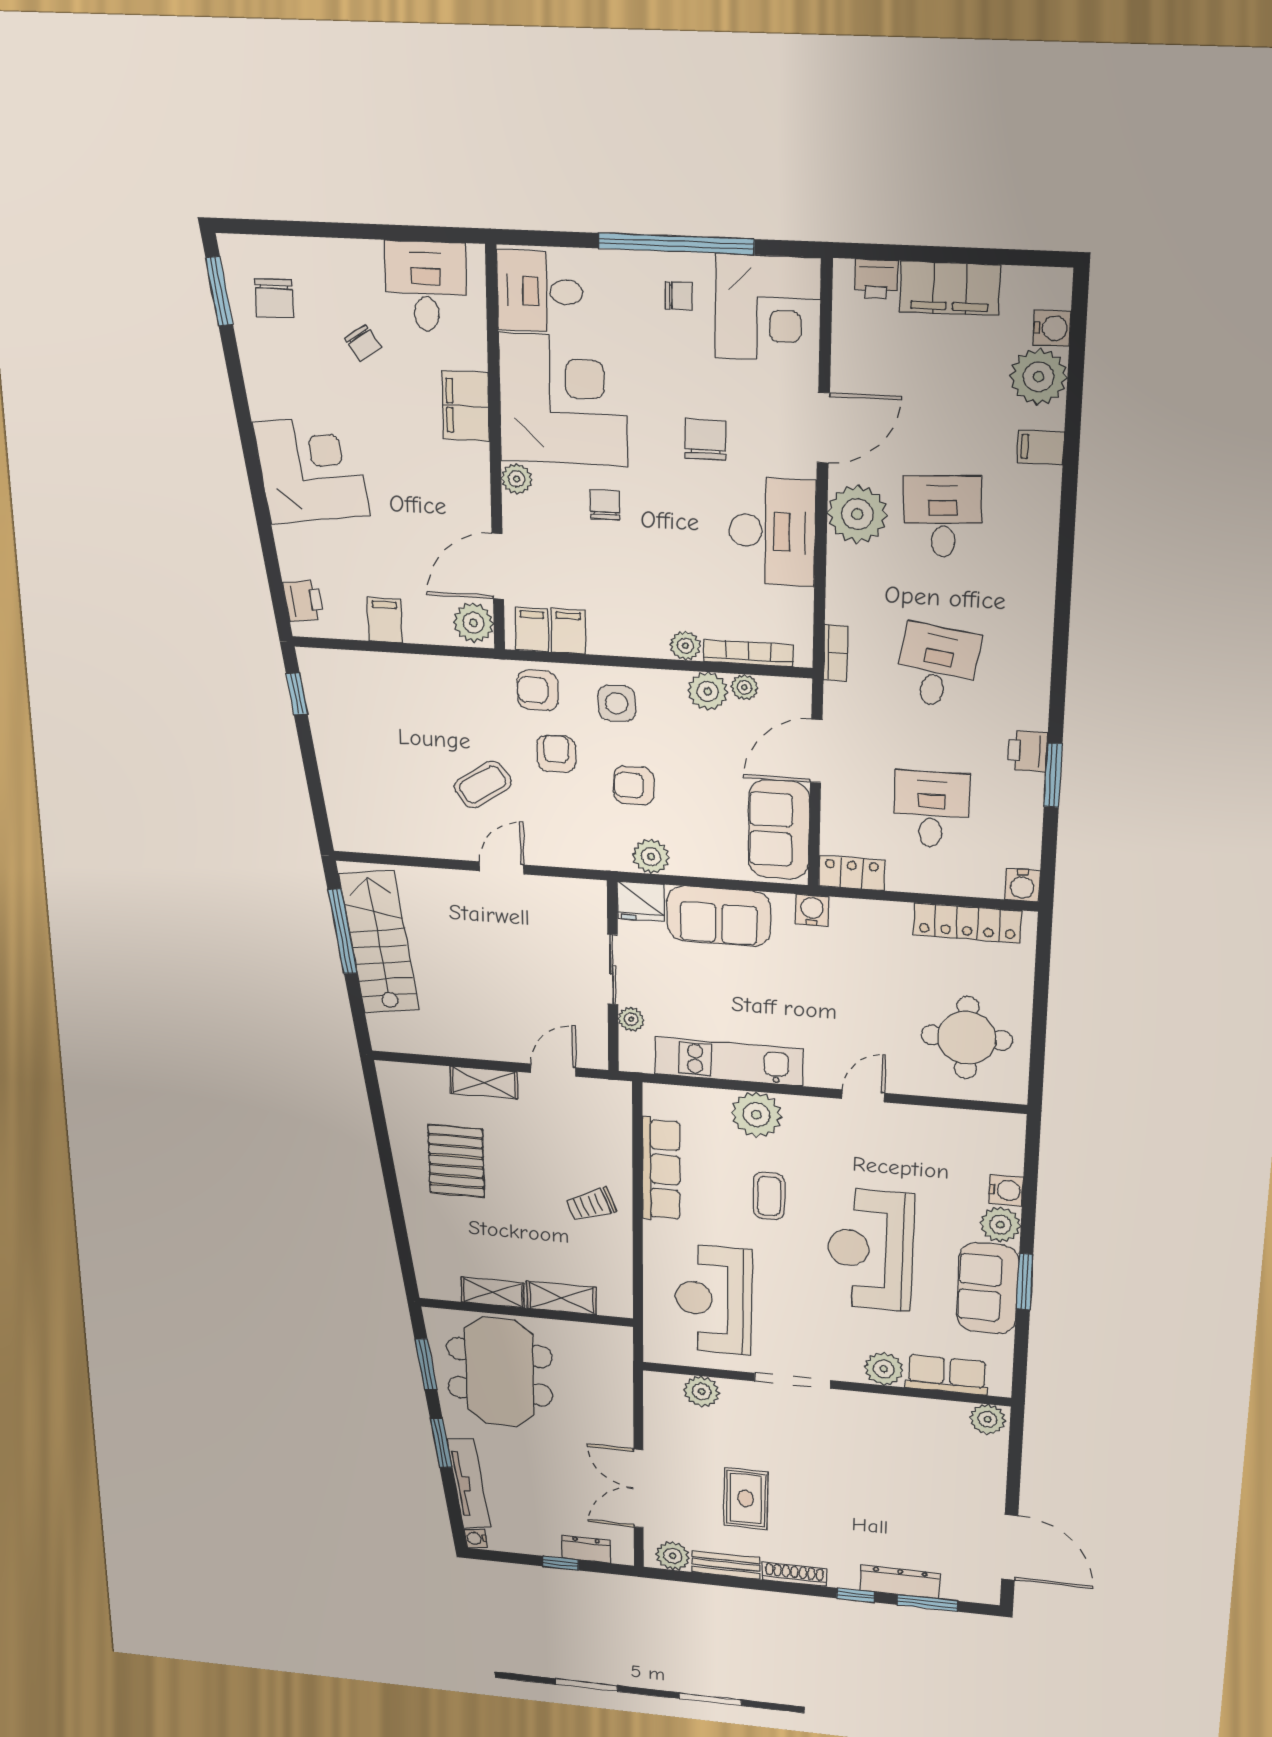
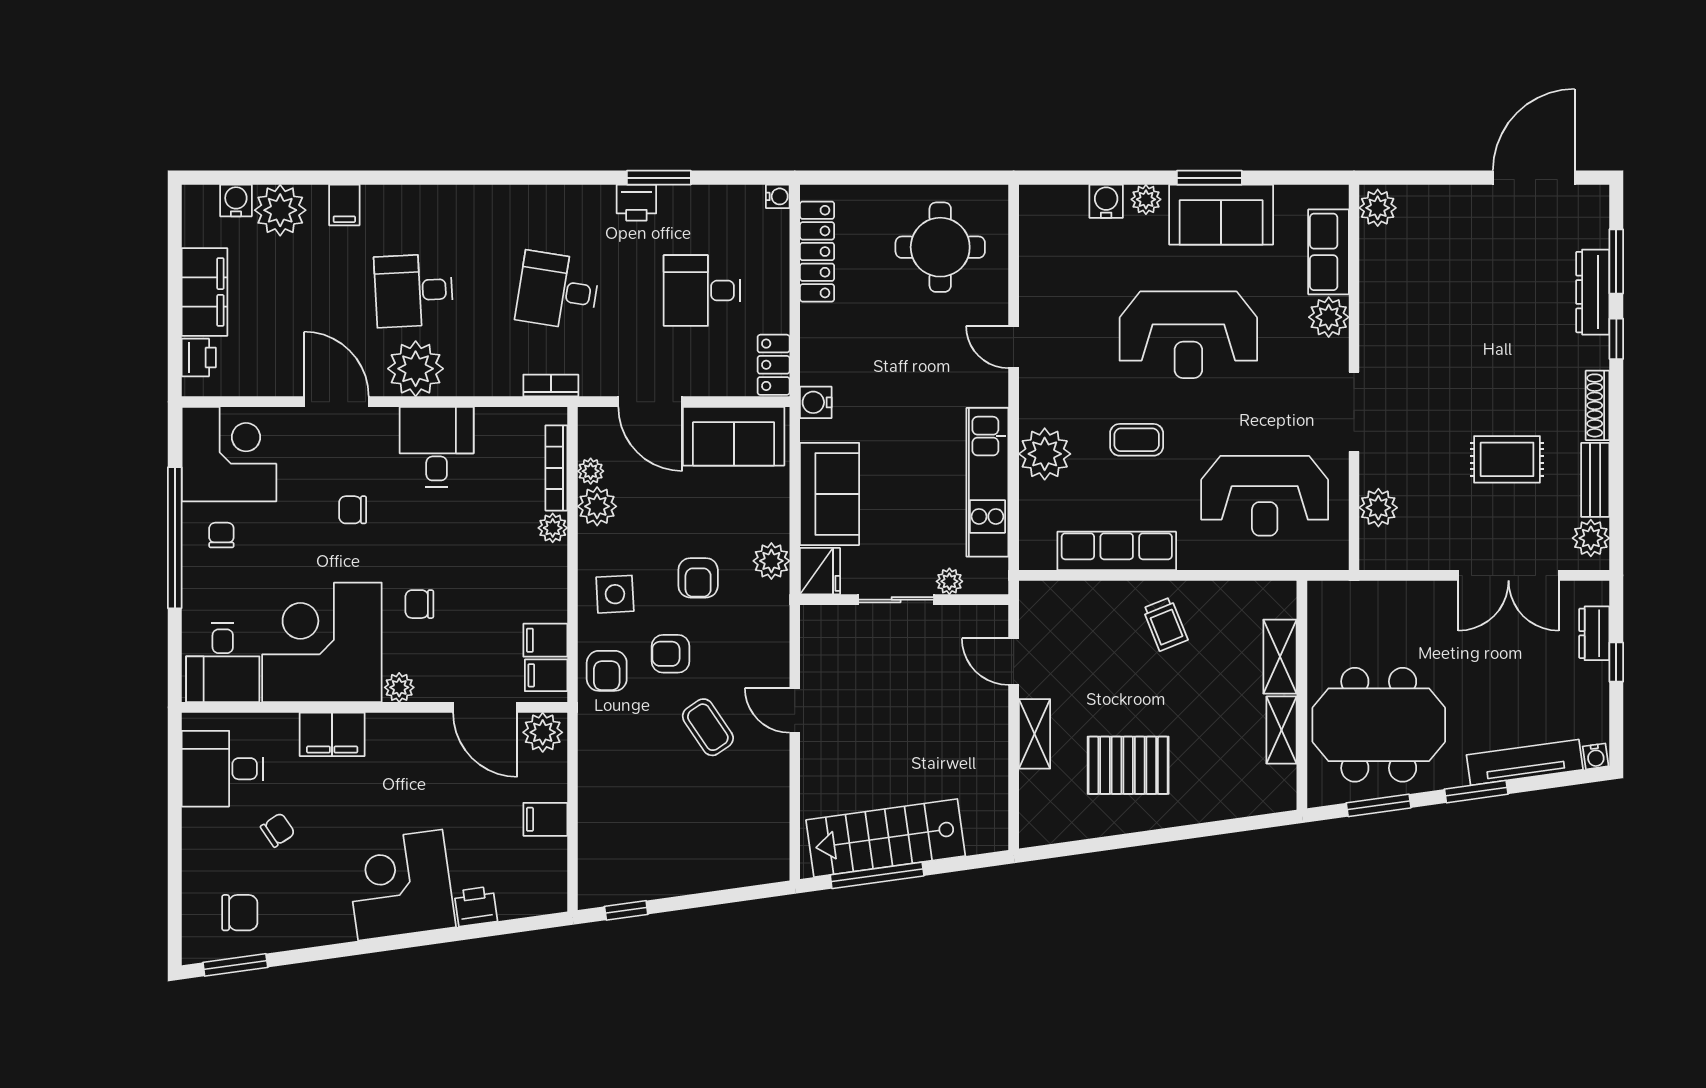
chair: (706, 440) -> (353, 510), width x0.73, depth x0.73
desk: (772, 532) -> (437, 447), width x0.73
printer: (304, 601) -> (476, 906), moved
water cooler: (1022, 885) -> (778, 196), width x0.72, depth x0.72
plant: (1000, 1225) -> (1146, 199), width x0.73, depth x0.73

